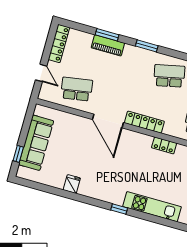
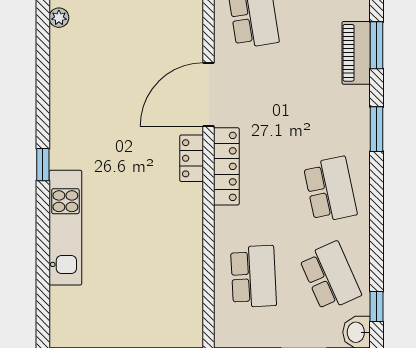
locker: (164, 145) -> (192, 158), moved
plant: (52, 182) -> (59, 18), added
fridge: (72, 184) -> (66, 59), removed

